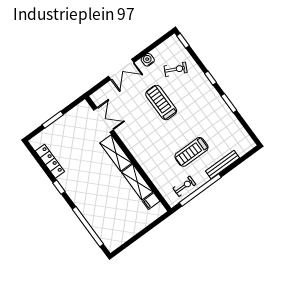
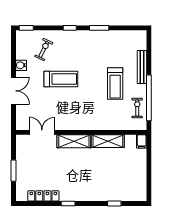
treadmill: (161, 103) -> (61, 79), turned 180
filing cabinet: (151, 201) -> (142, 141), moved
window: (88, 227) -> (114, 204), width x0.32

